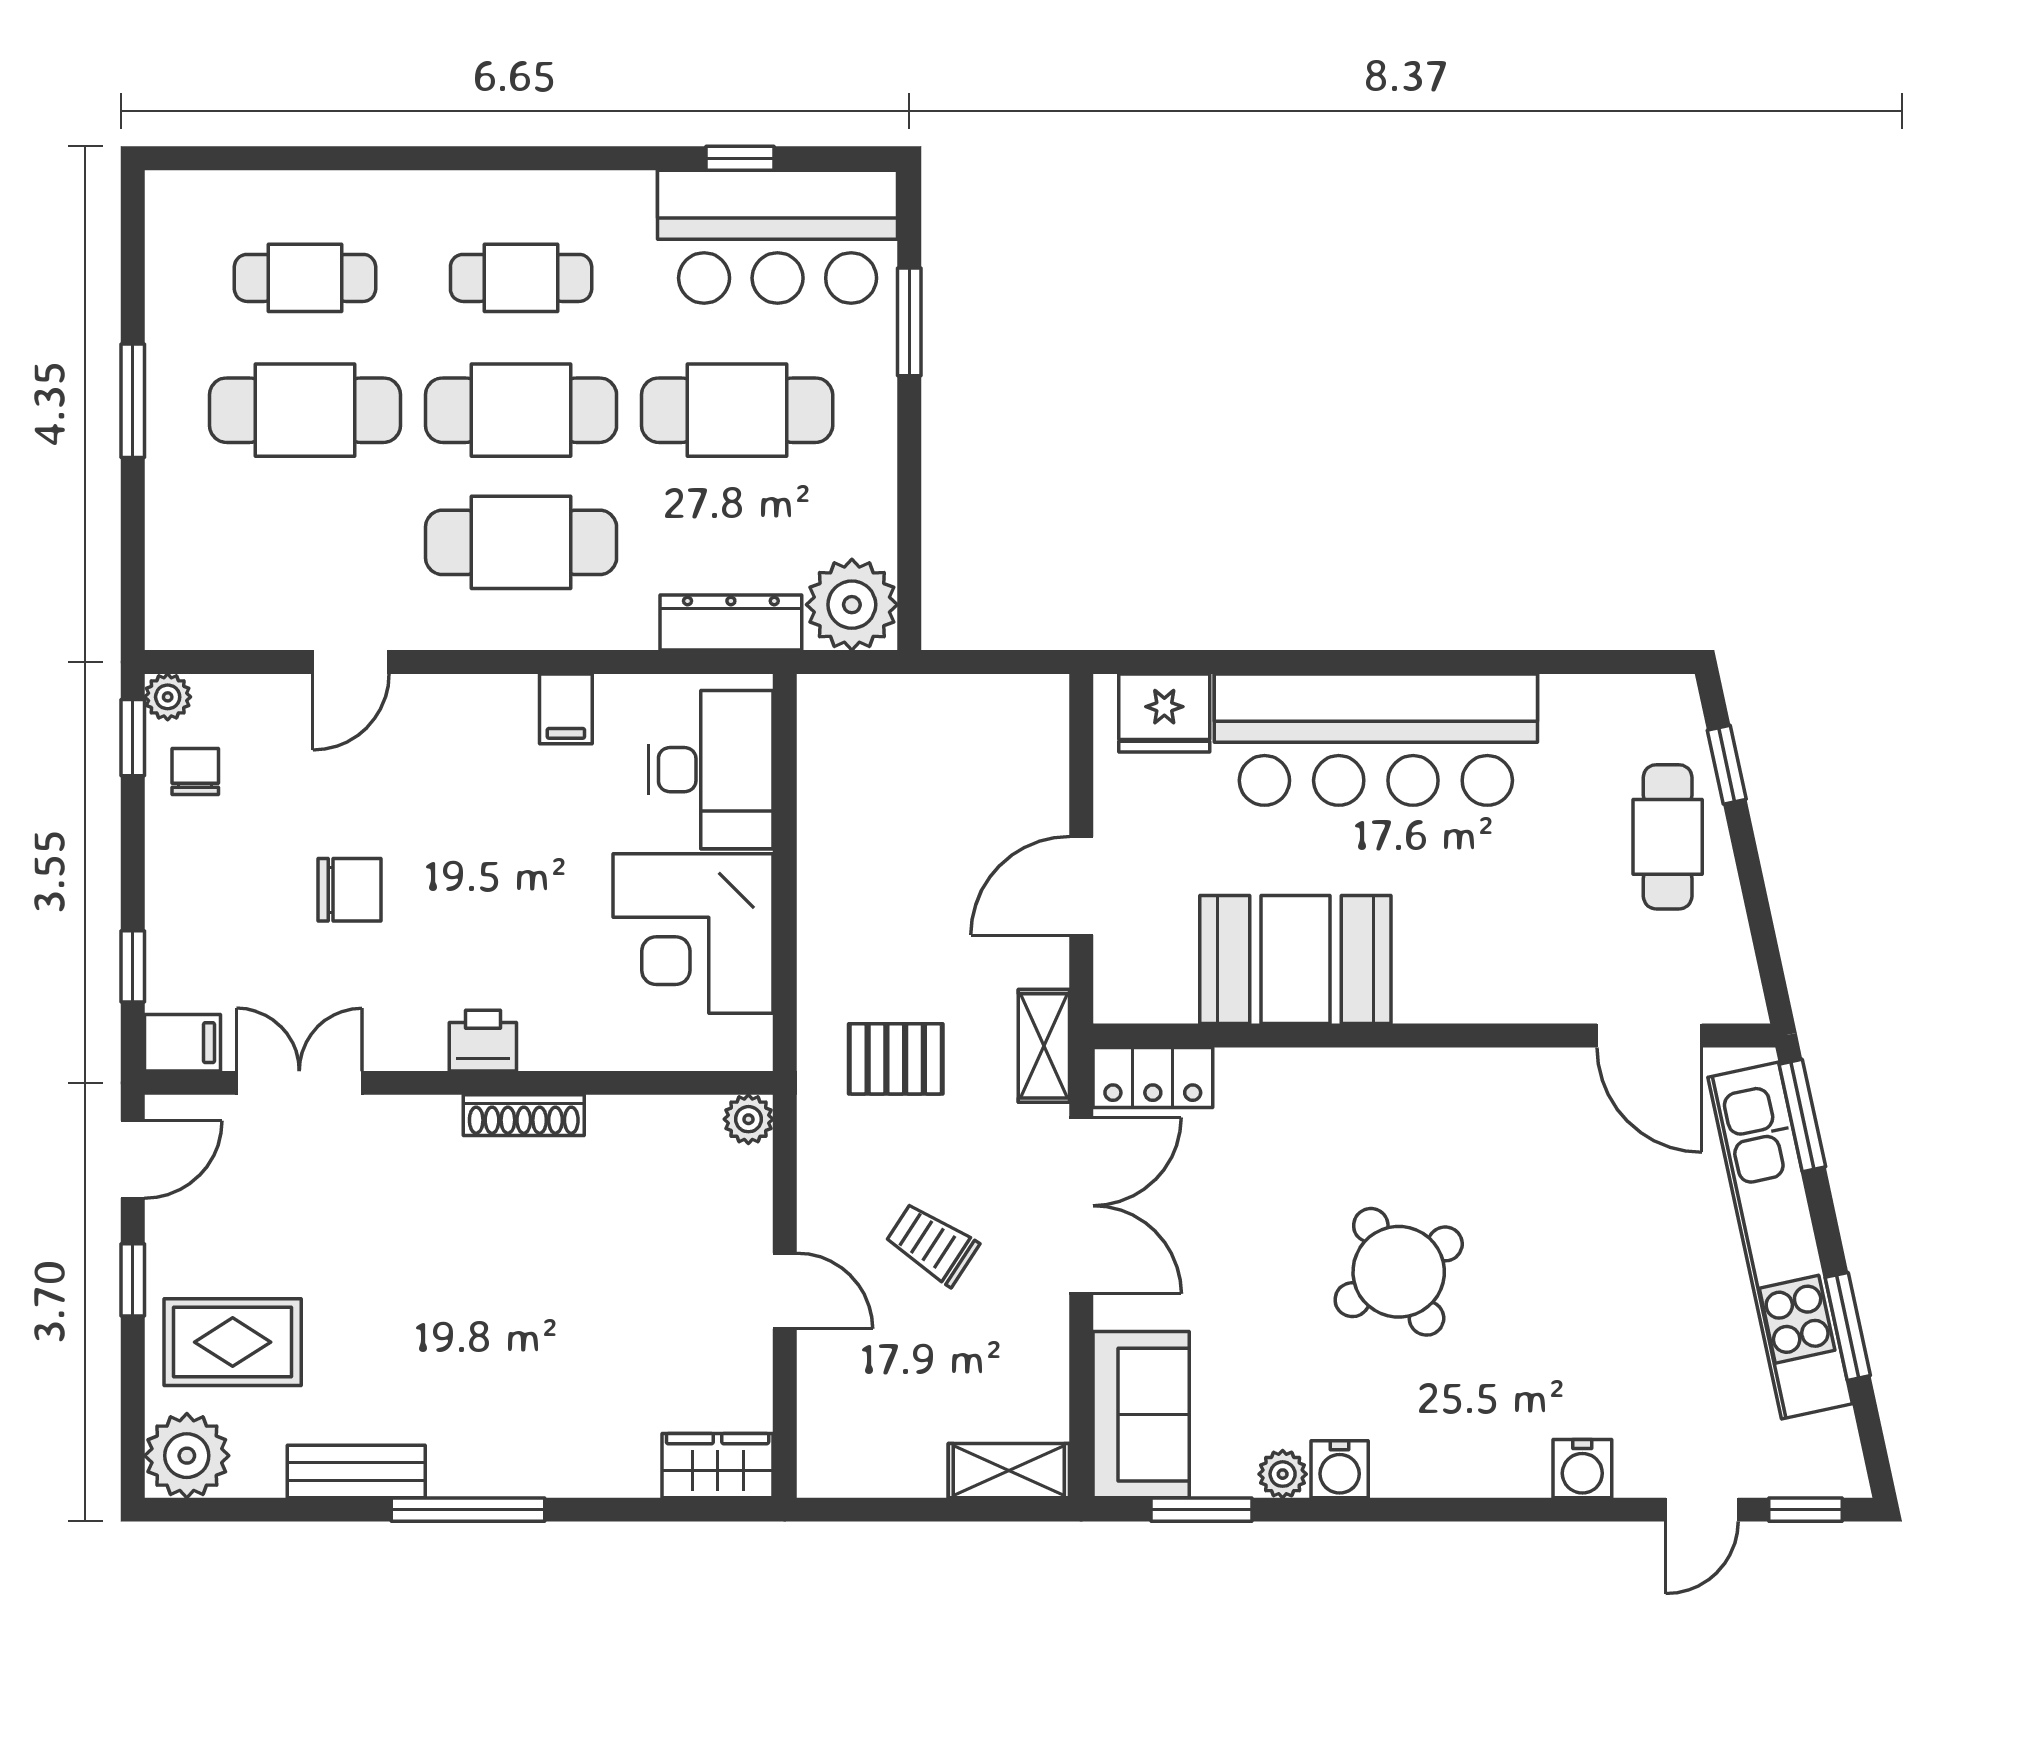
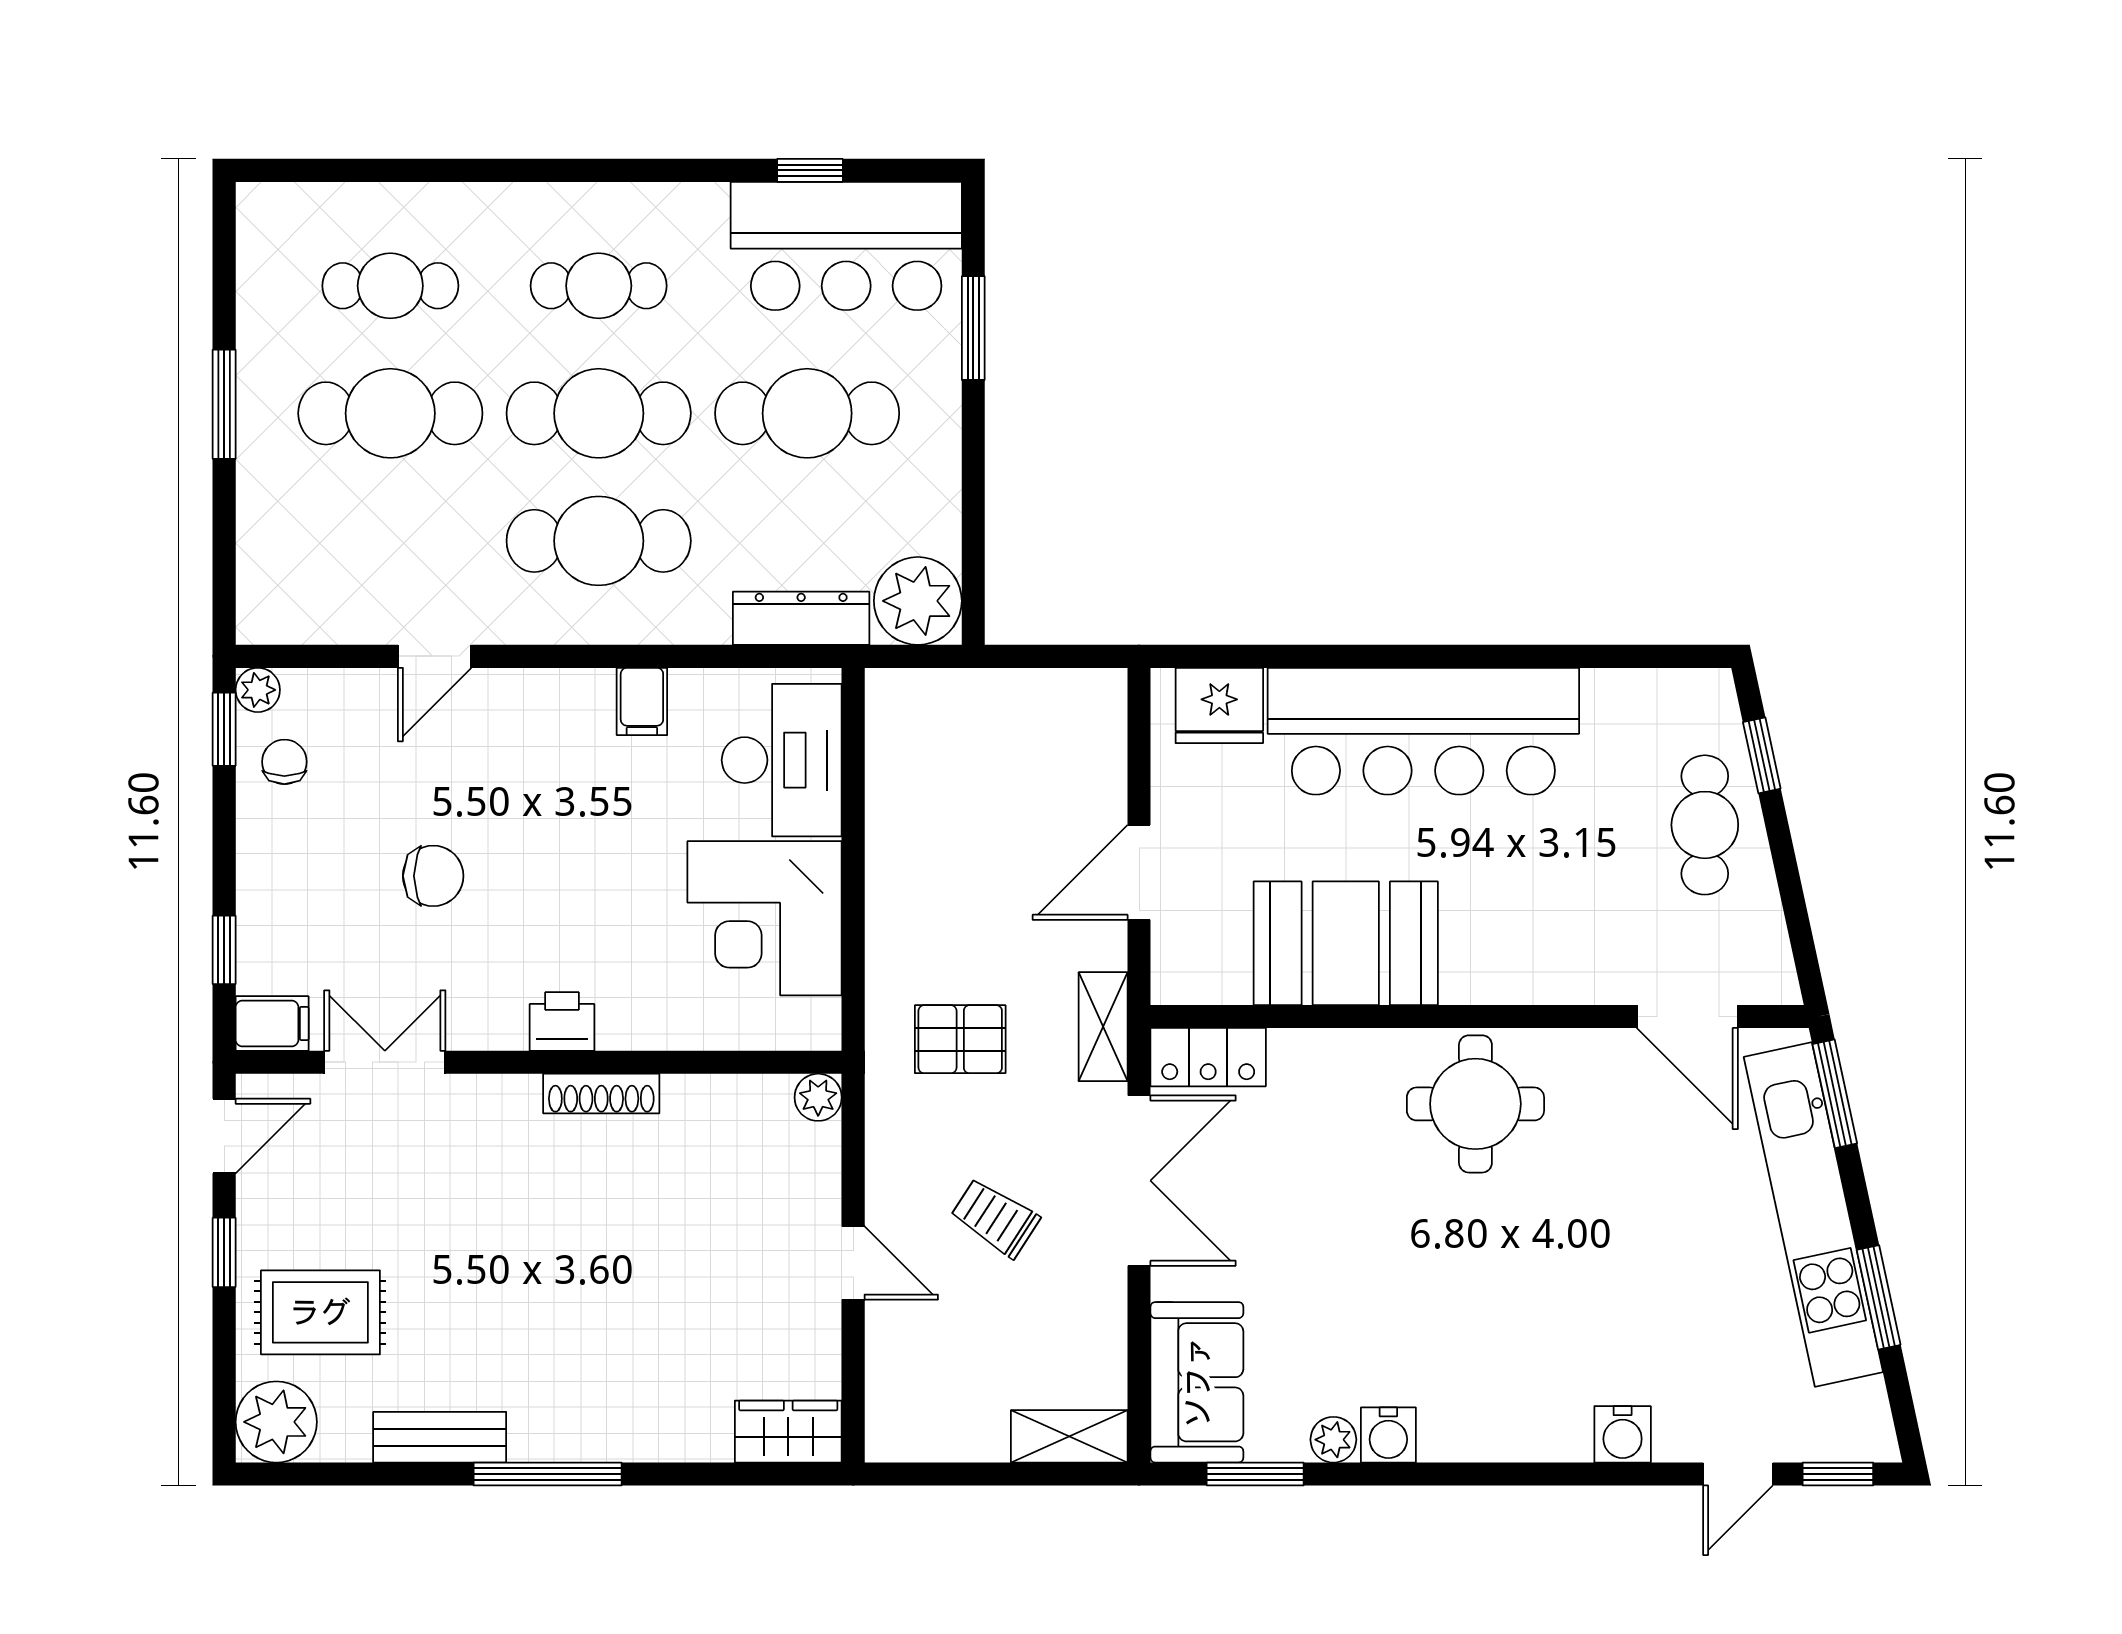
round table: (1399, 1272) -> (1475, 1104), moved, turned 31

